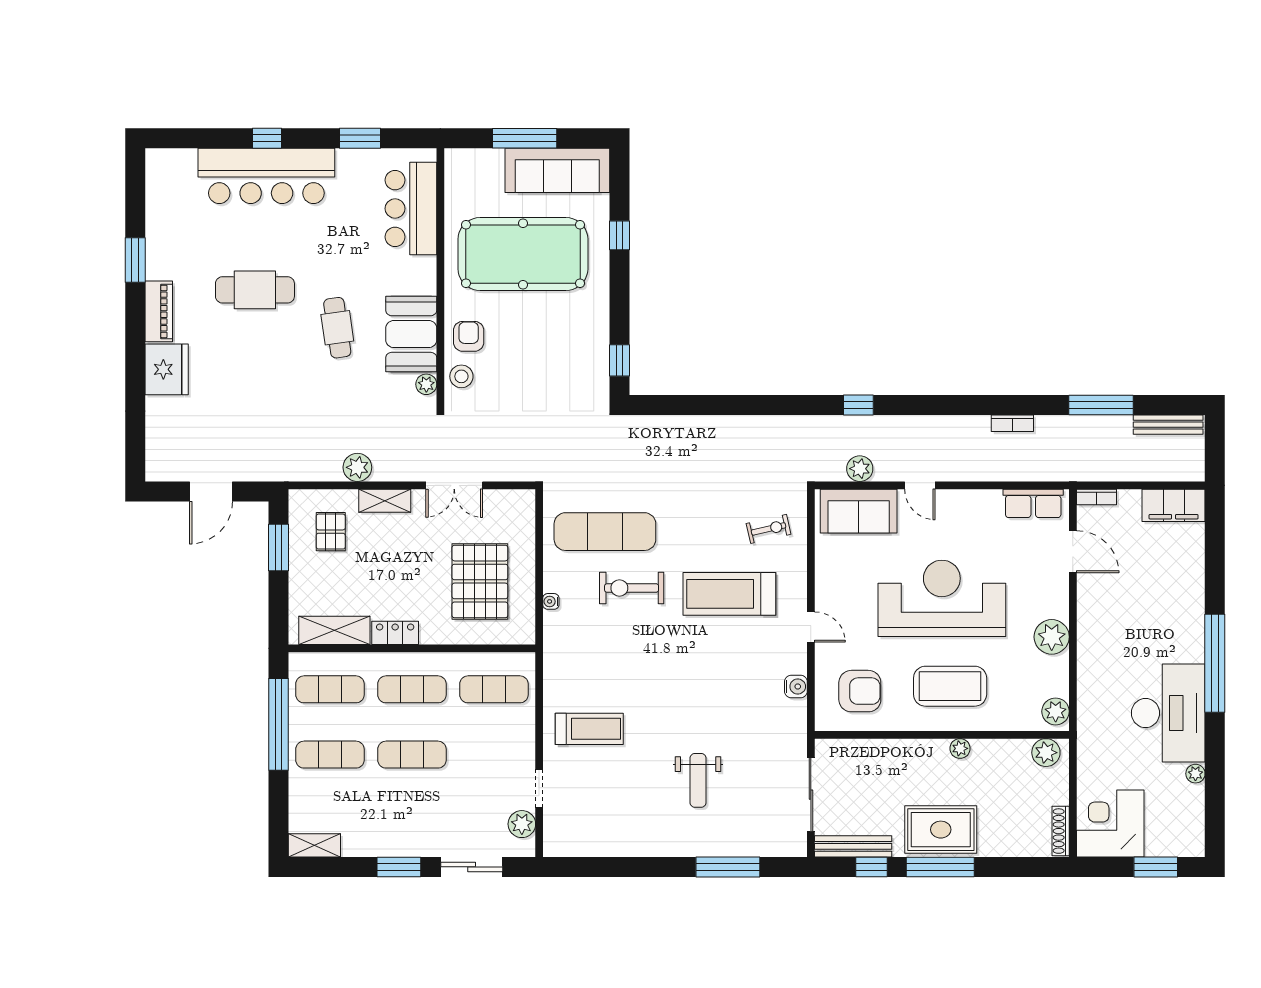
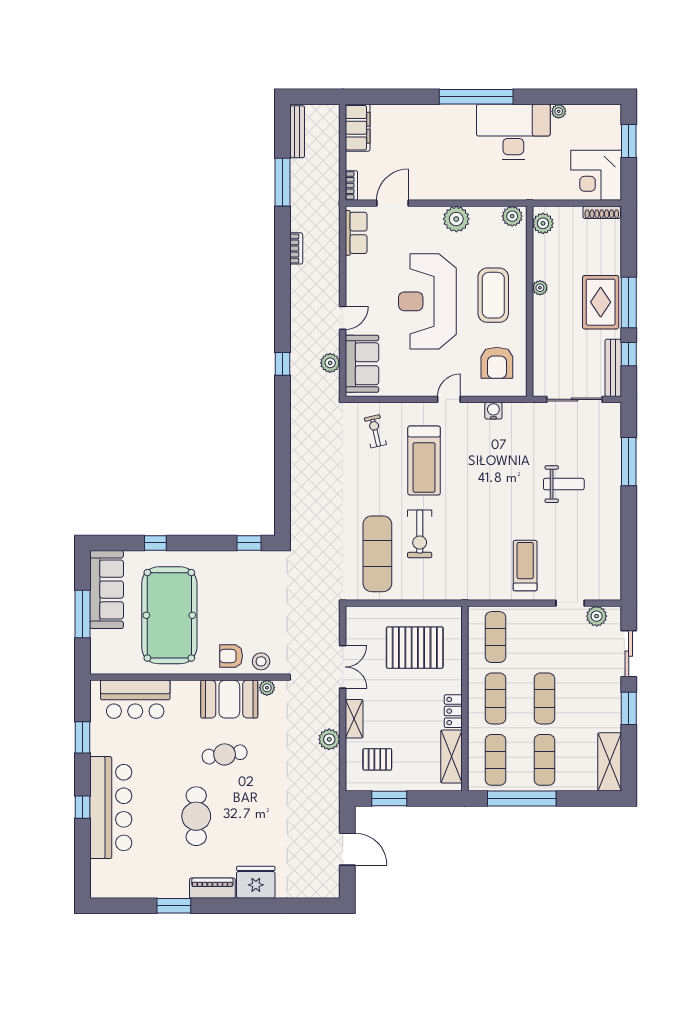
water cooler: (551, 601) -> (430, 594), removed
armchair: (860, 691) -> (497, 363), turned 180
shelving: (314, 845) -> (610, 762), width x1.50, depth x1.33

